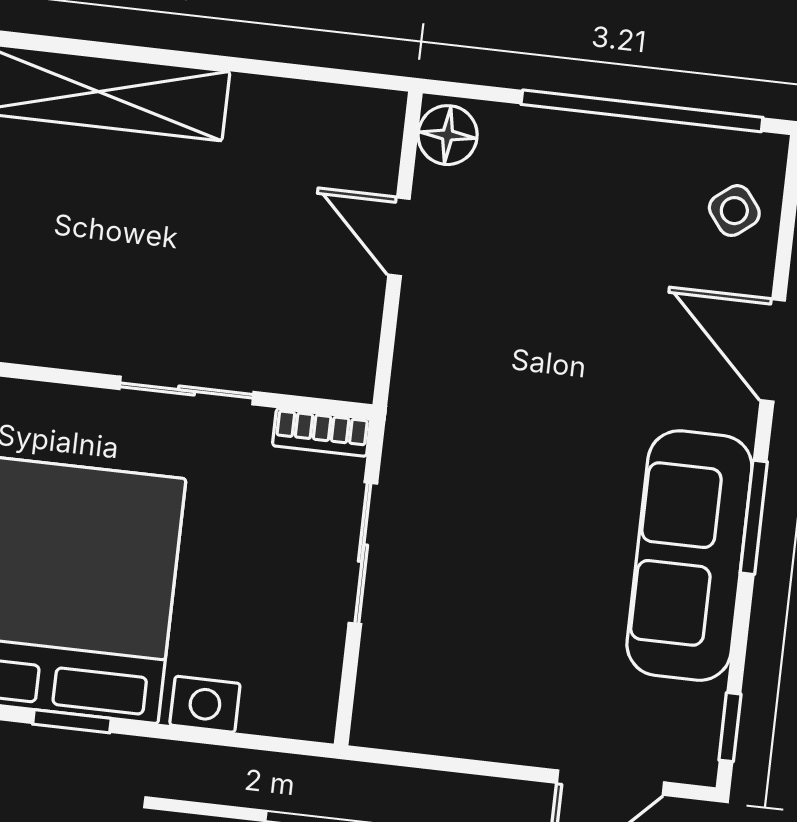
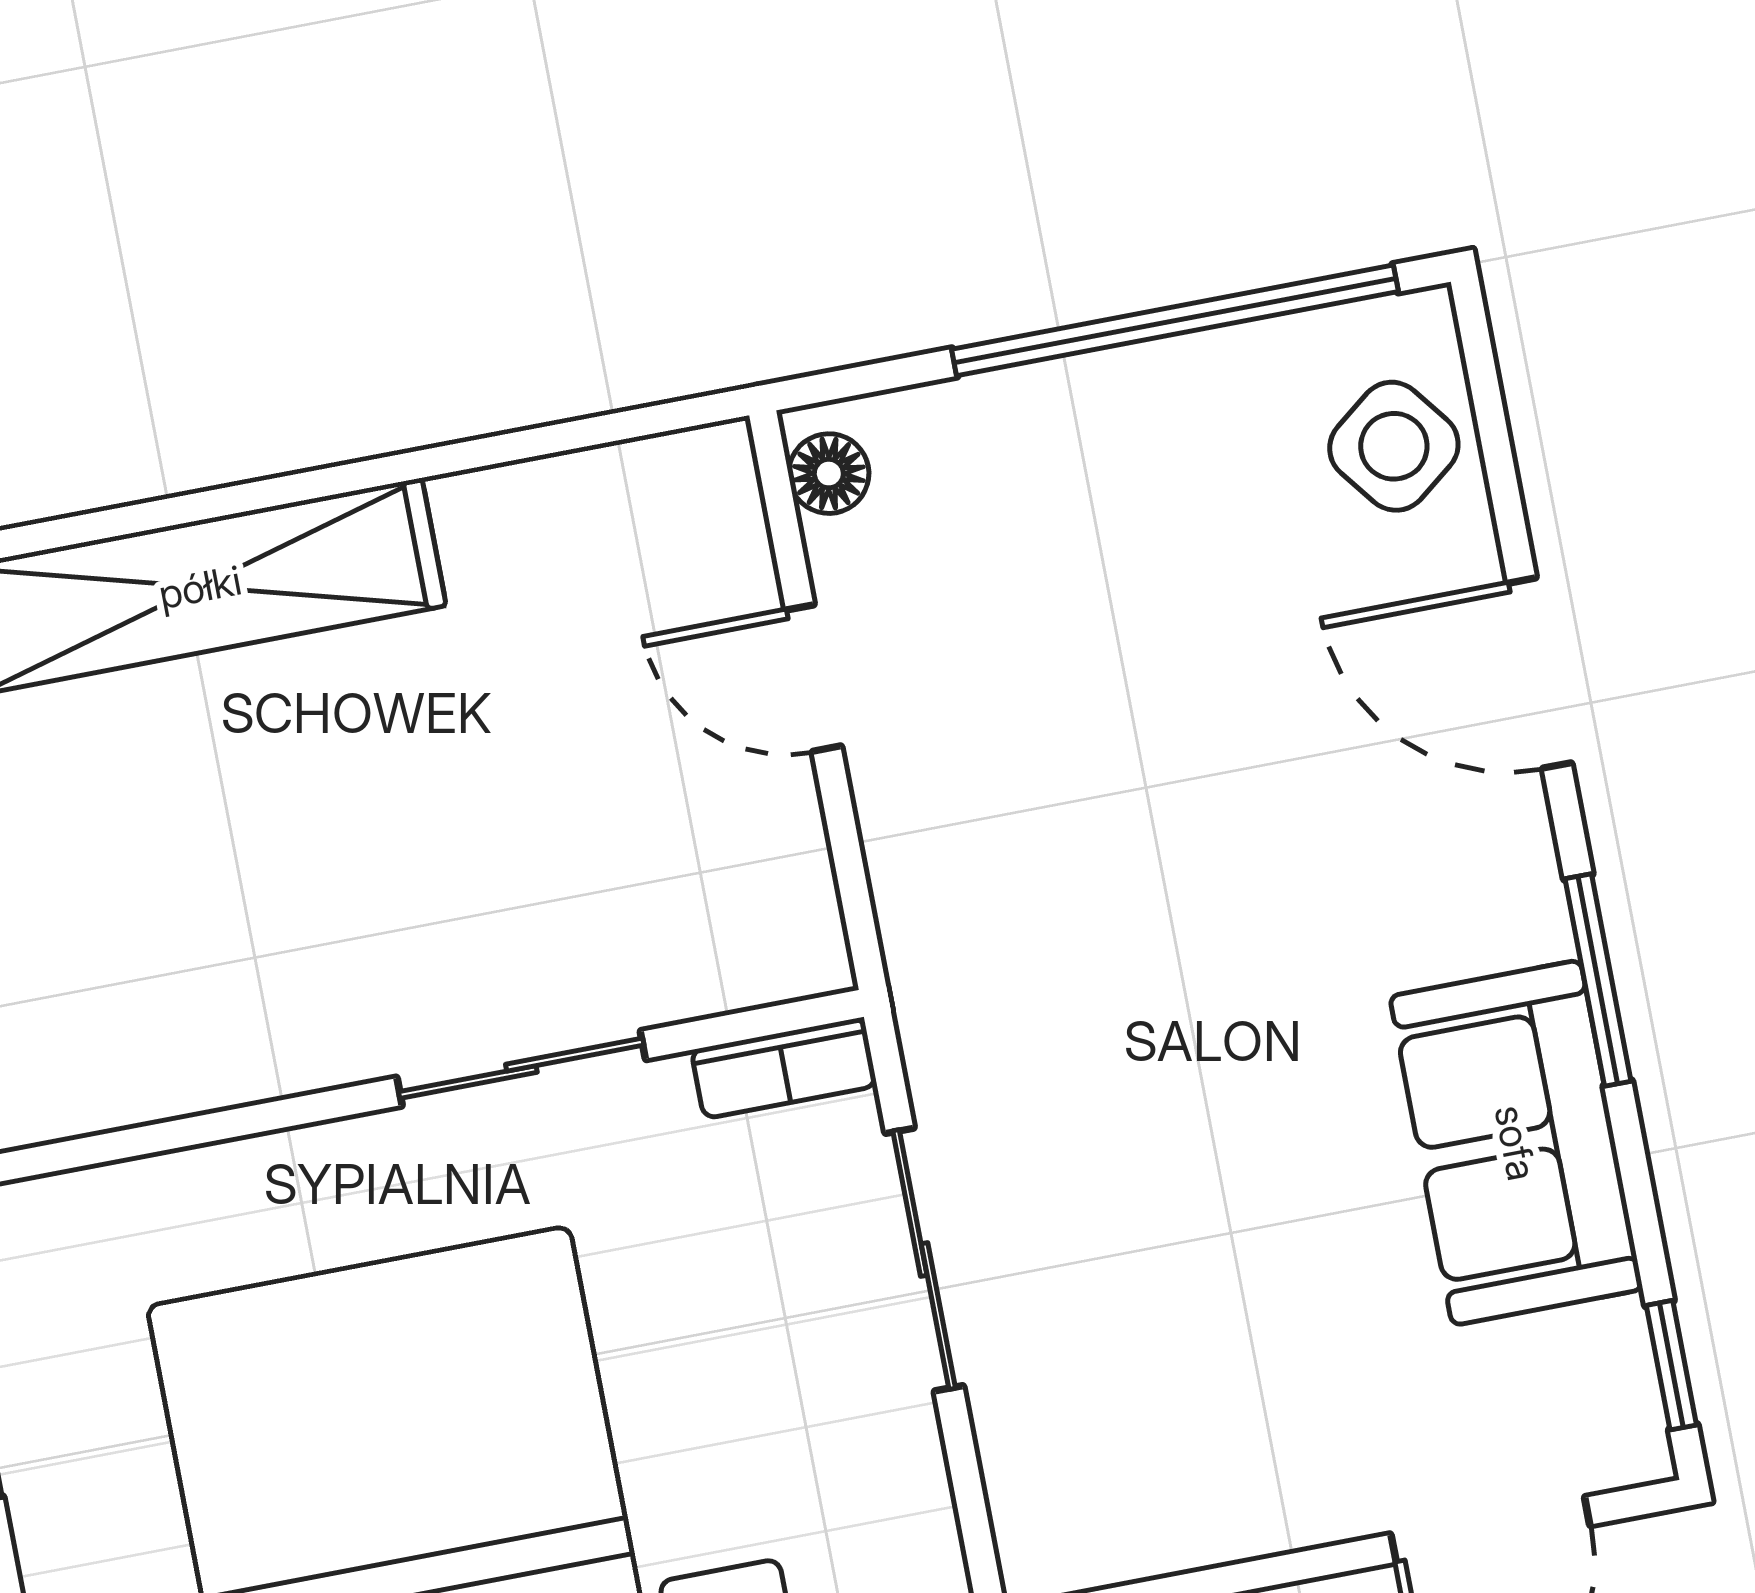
floor lamp: (448, 135) -> (829, 474), width x0.73, depth x0.73
side table: (734, 211) -> (1394, 446), width x1.37, depth x1.37
sofa: (689, 556) -> (1516, 1143), width x0.73

